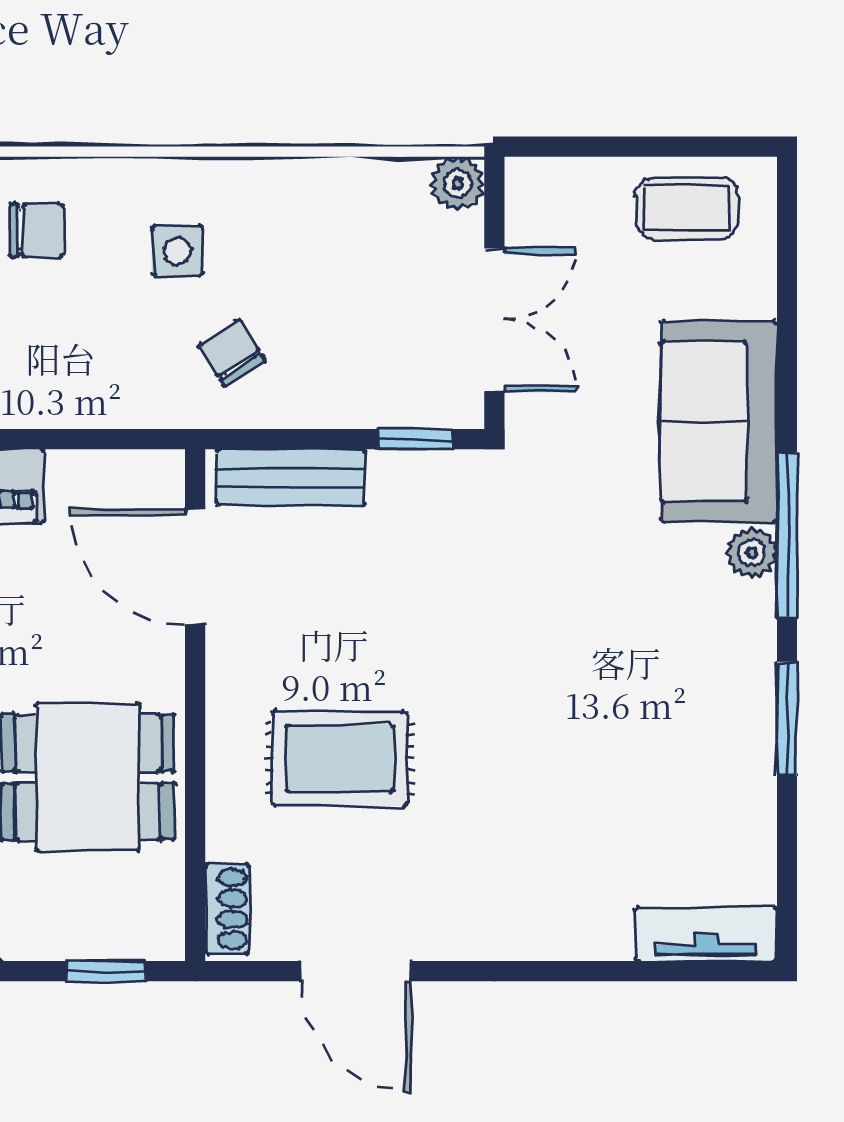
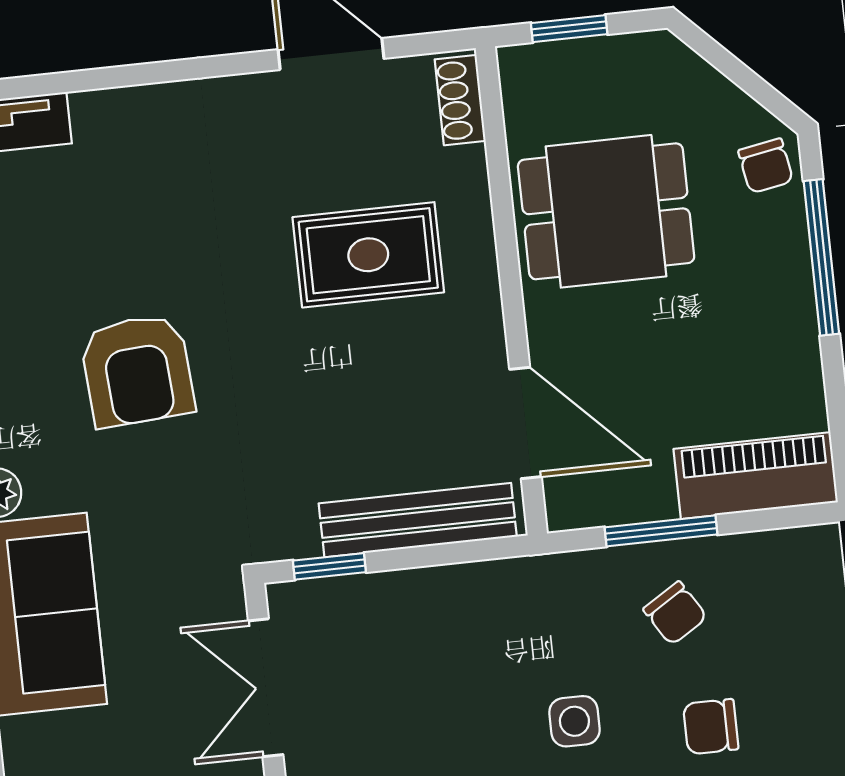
chair: (232, 353) -> (675, 613), moved
window: (66, 439) -> (661, 531), added
bench: (291, 477) -> (418, 520), width x1.36
armchair: (593, 664) -> (137, 370), added

